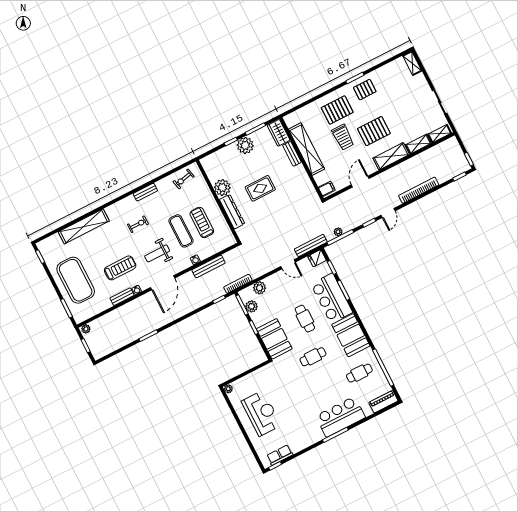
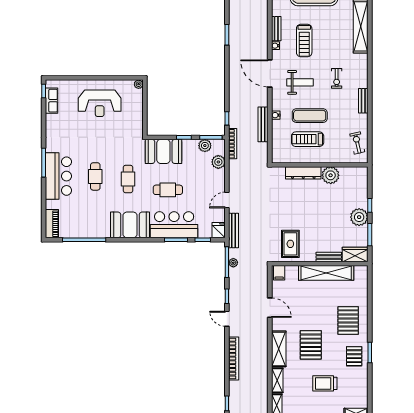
trolley: (343, 137) -> (325, 383), moved
rug: (260, 188) -> (290, 244), moved
treadmill: (202, 223) -> (308, 139), turned 180
weight bench: (157, 253) -> (300, 82), turned 90
cafe table: (359, 373) -> (95, 176), moved

